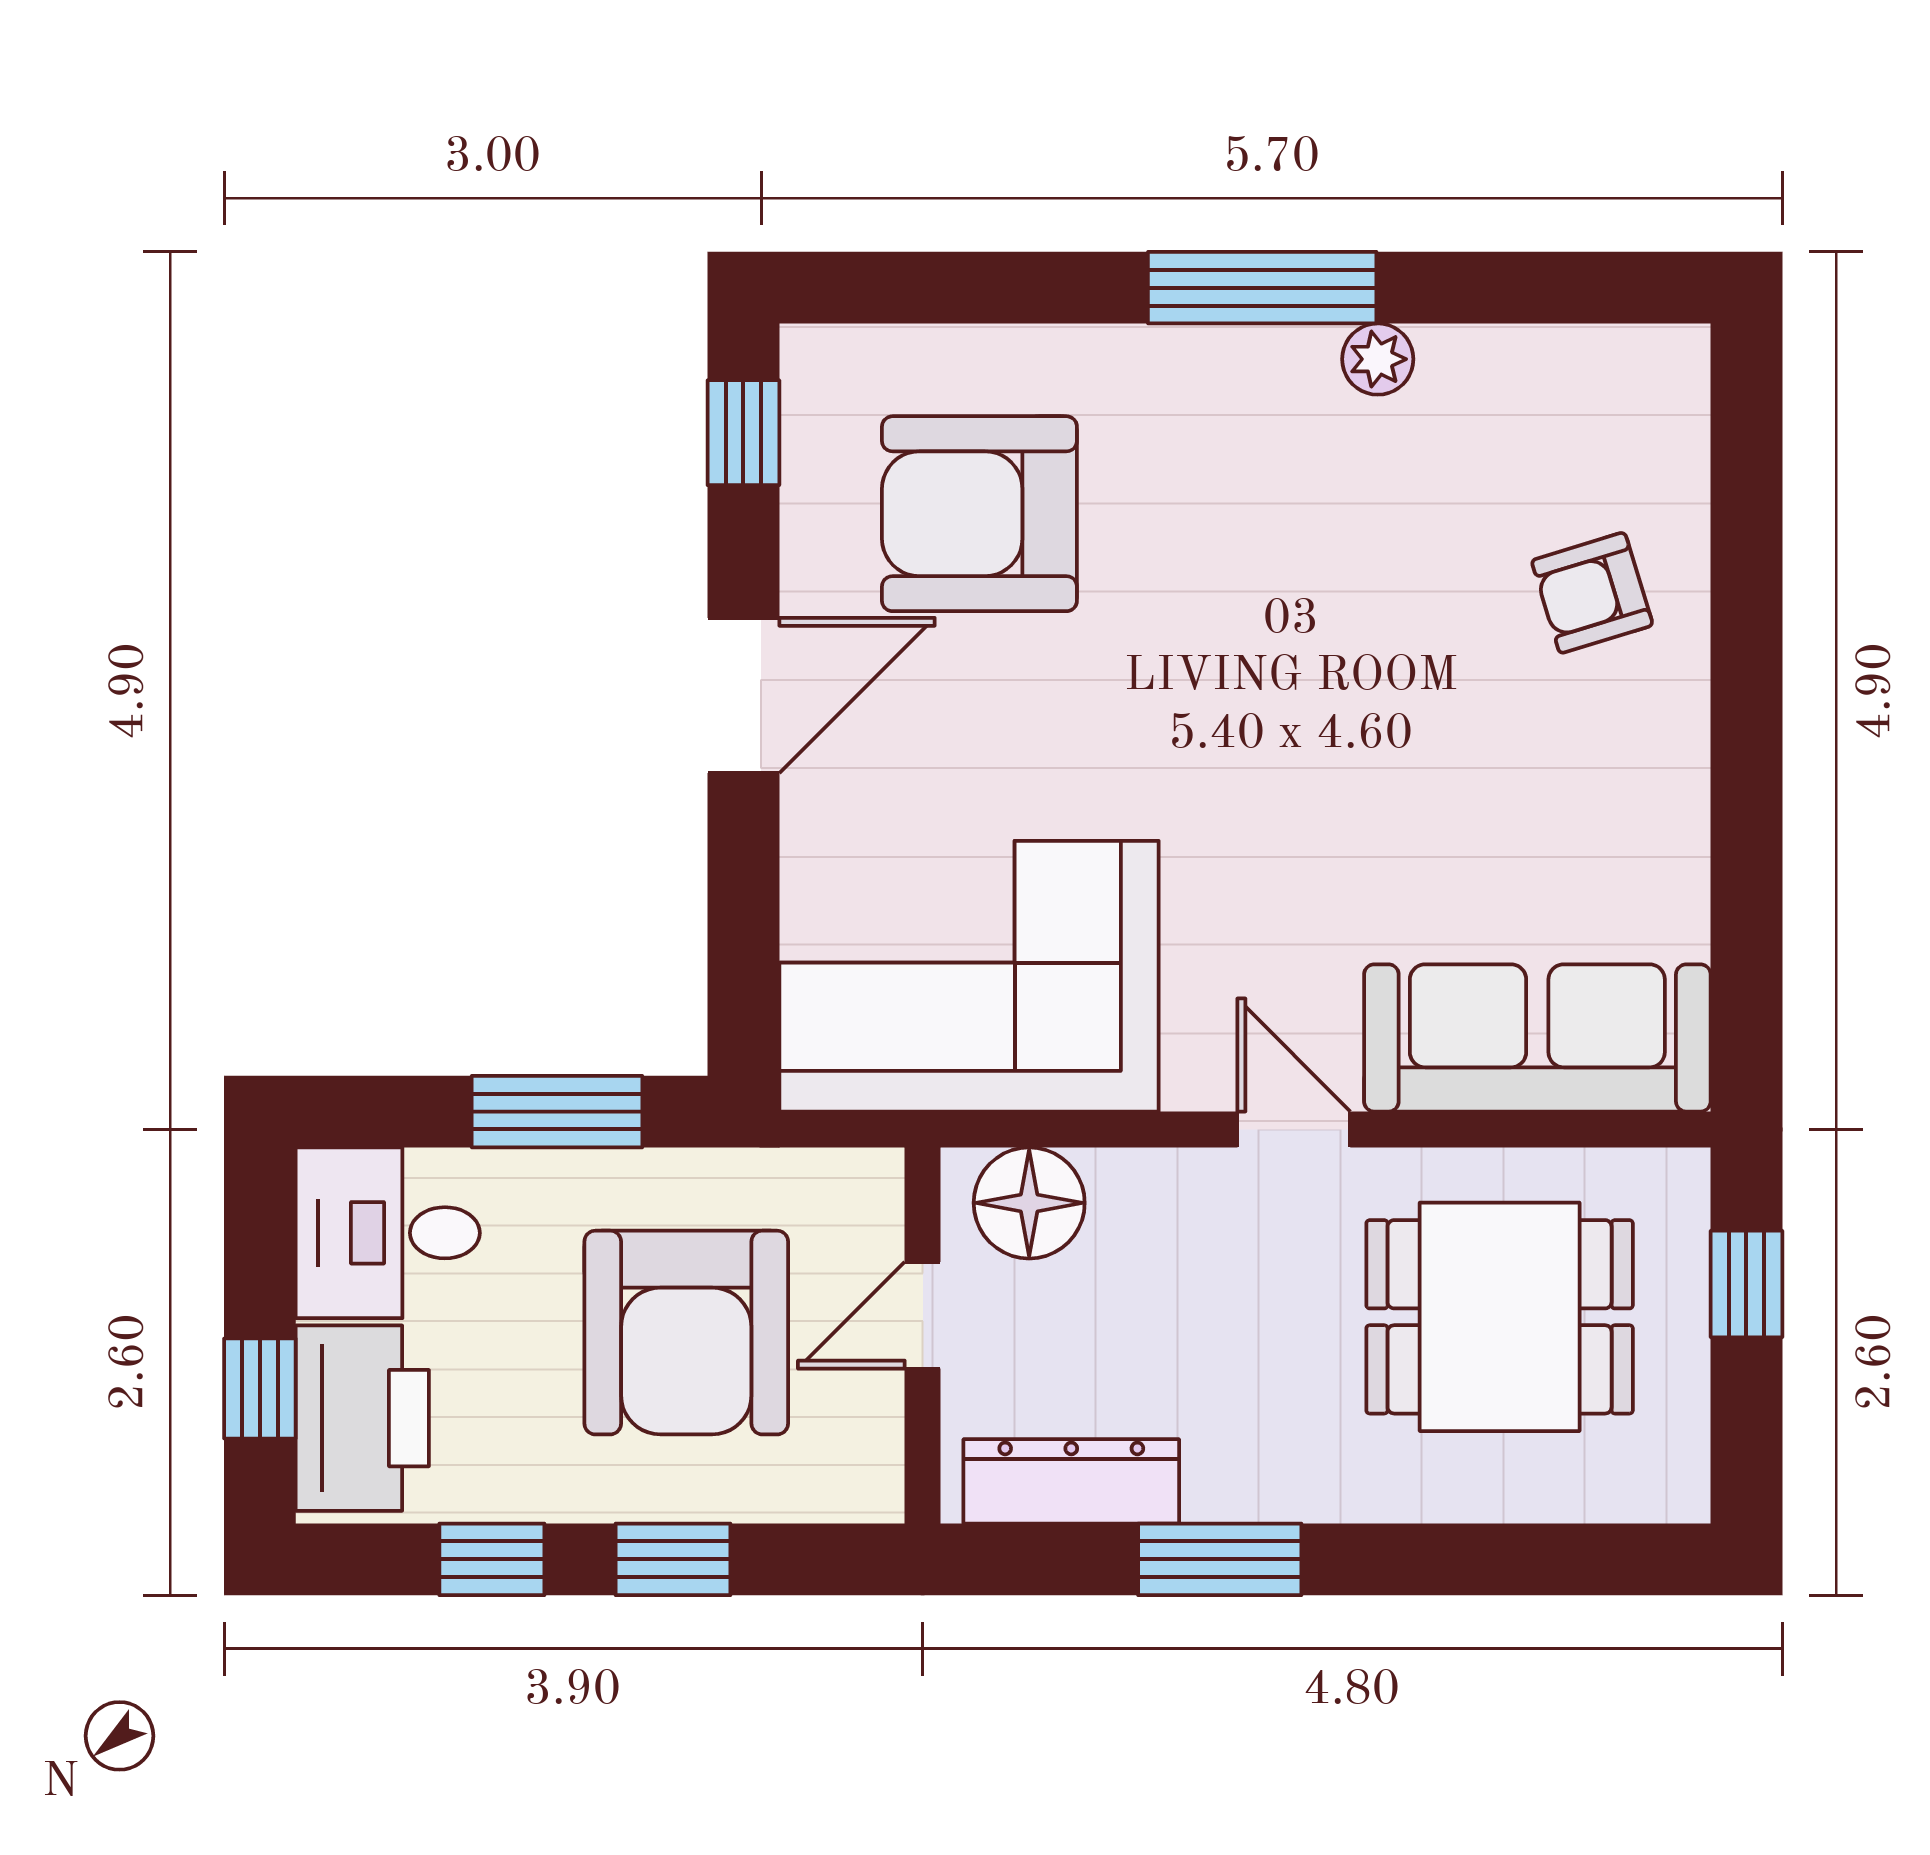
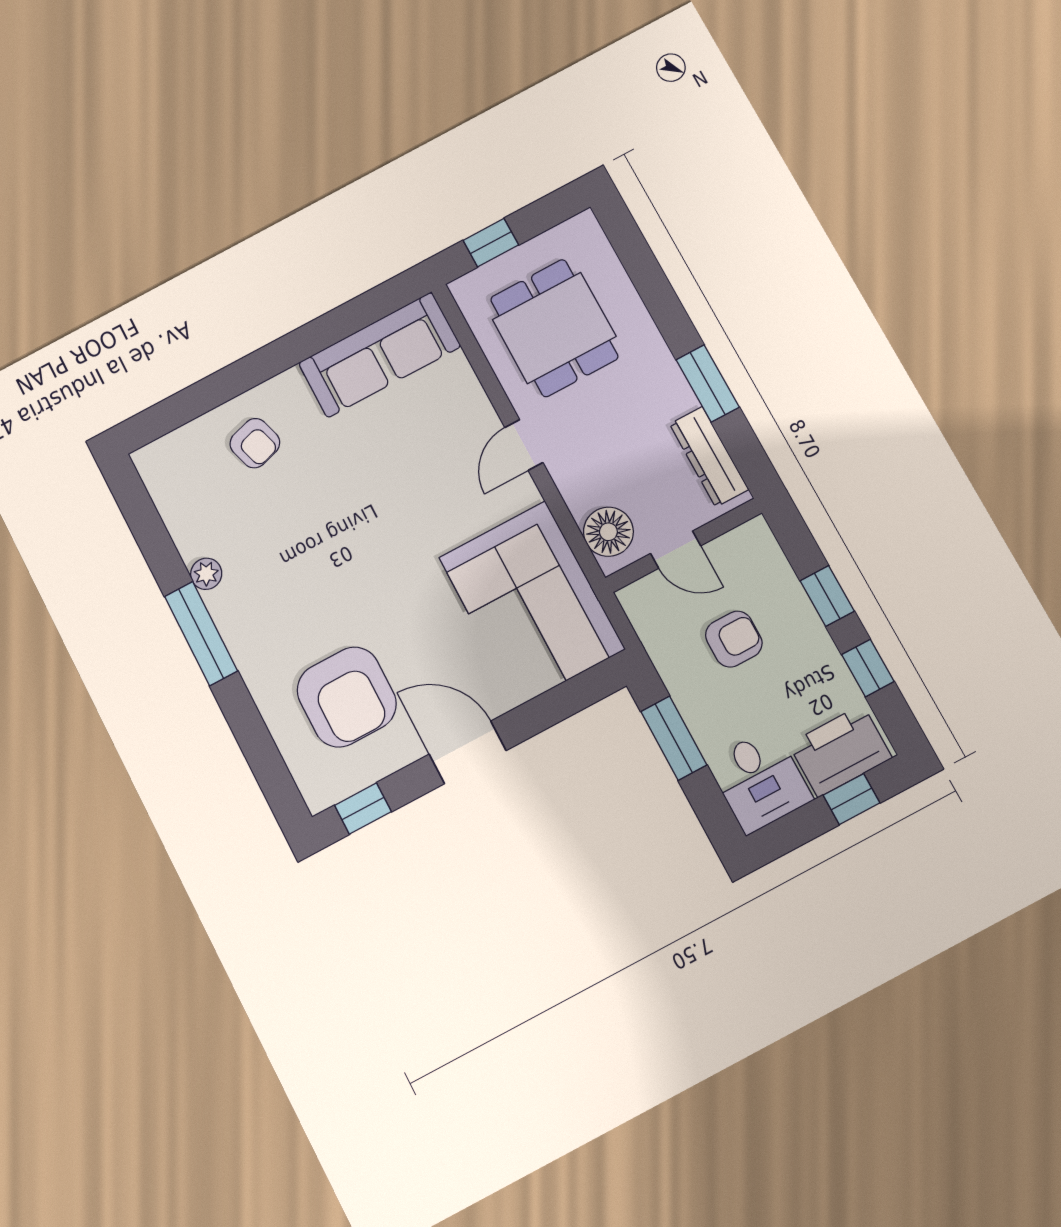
sofa: (1537, 1038) -> (380, 355), moved, turned -90
armchair: (686, 1333) -> (734, 639), width x0.53, depth x0.53

